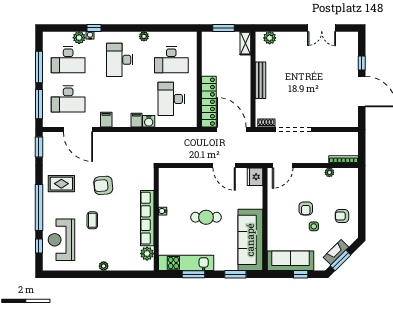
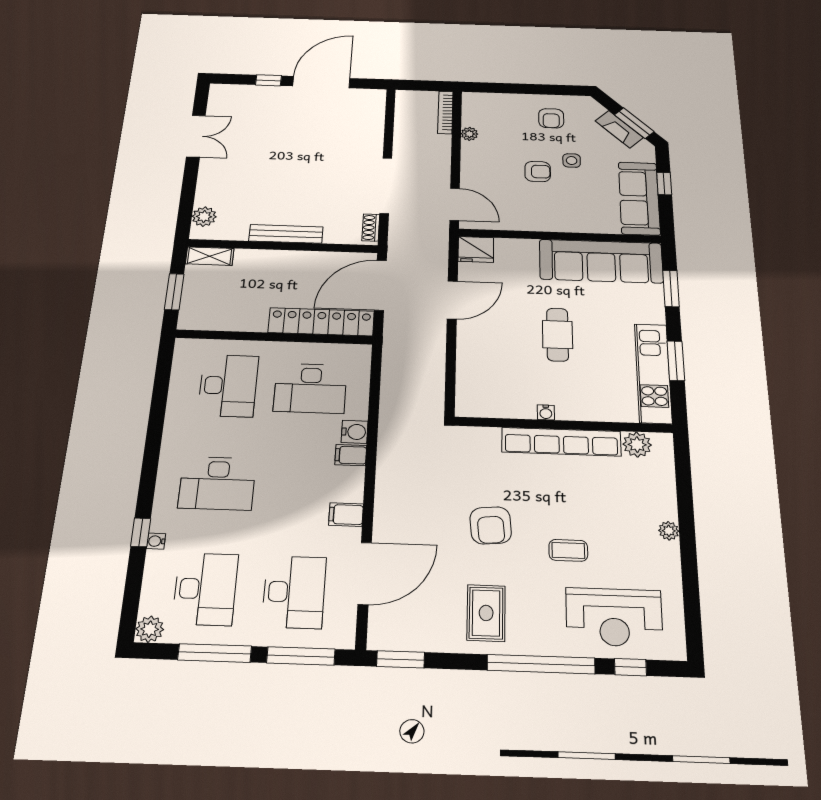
plant: (144, 36) -> (172, 435), removed
plant: (79, 38) -> (150, 629), moved

